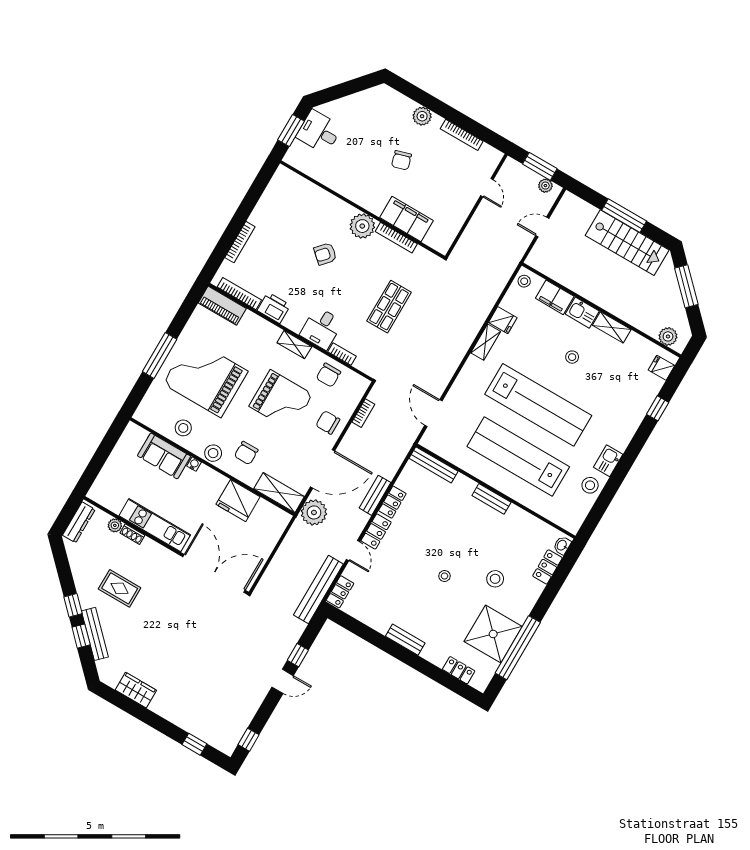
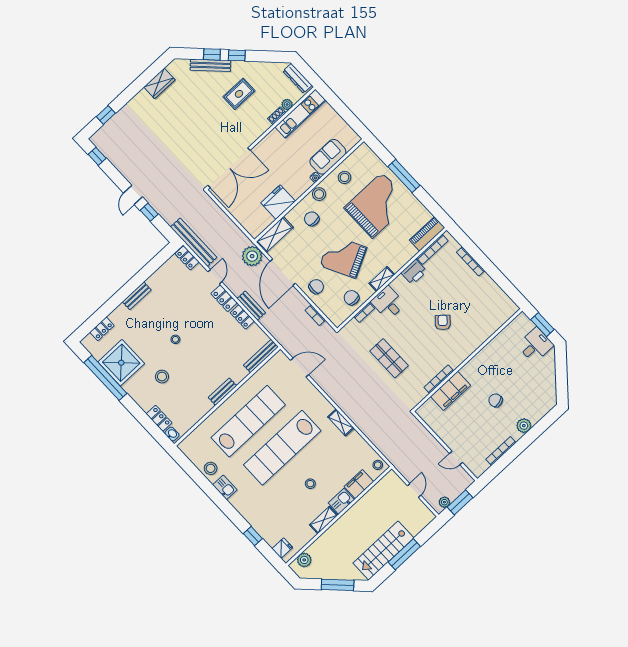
plant: (362, 226) -> (455, 356), removed
fridge: (503, 320) -> (353, 440), removed
grand piano: (281, 400) -> (343, 257), turned 63
kitchen unit: (155, 525) -> (300, 114), moved
door: (353, 551) -> (215, 277), swing flipped

